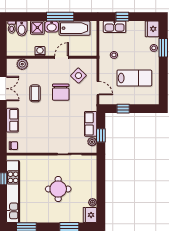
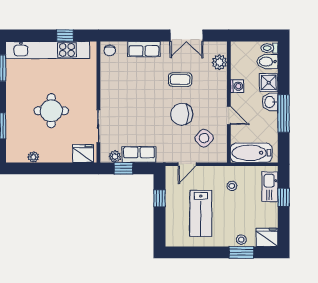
bathtub: (75, 28) -> (251, 153), moved, turned 90
fridge: (90, 215) -> (83, 154), moved

